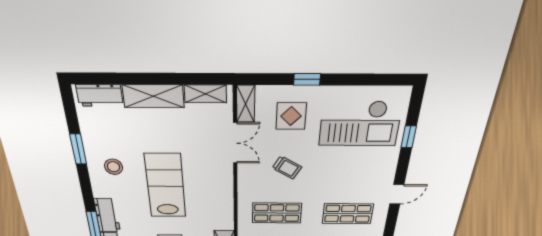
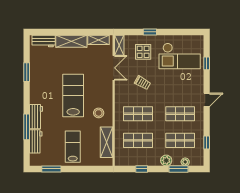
stool: (114, 167) -> (99, 113), moved

